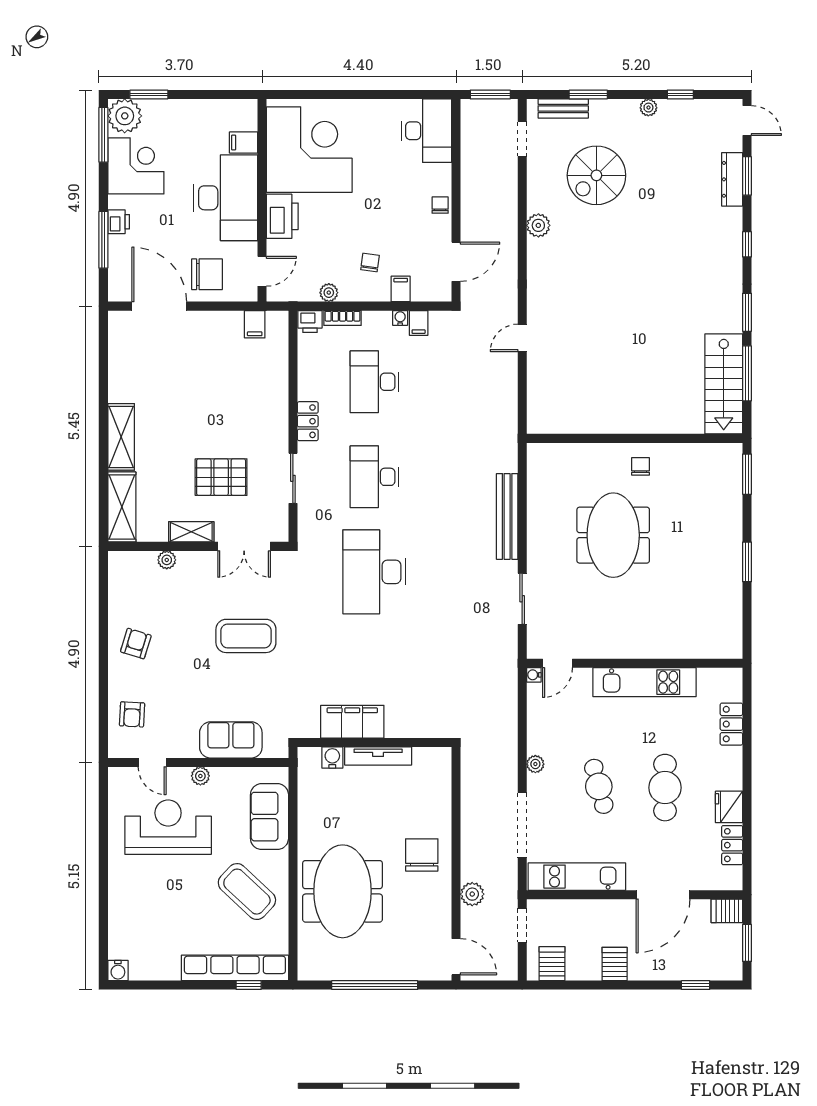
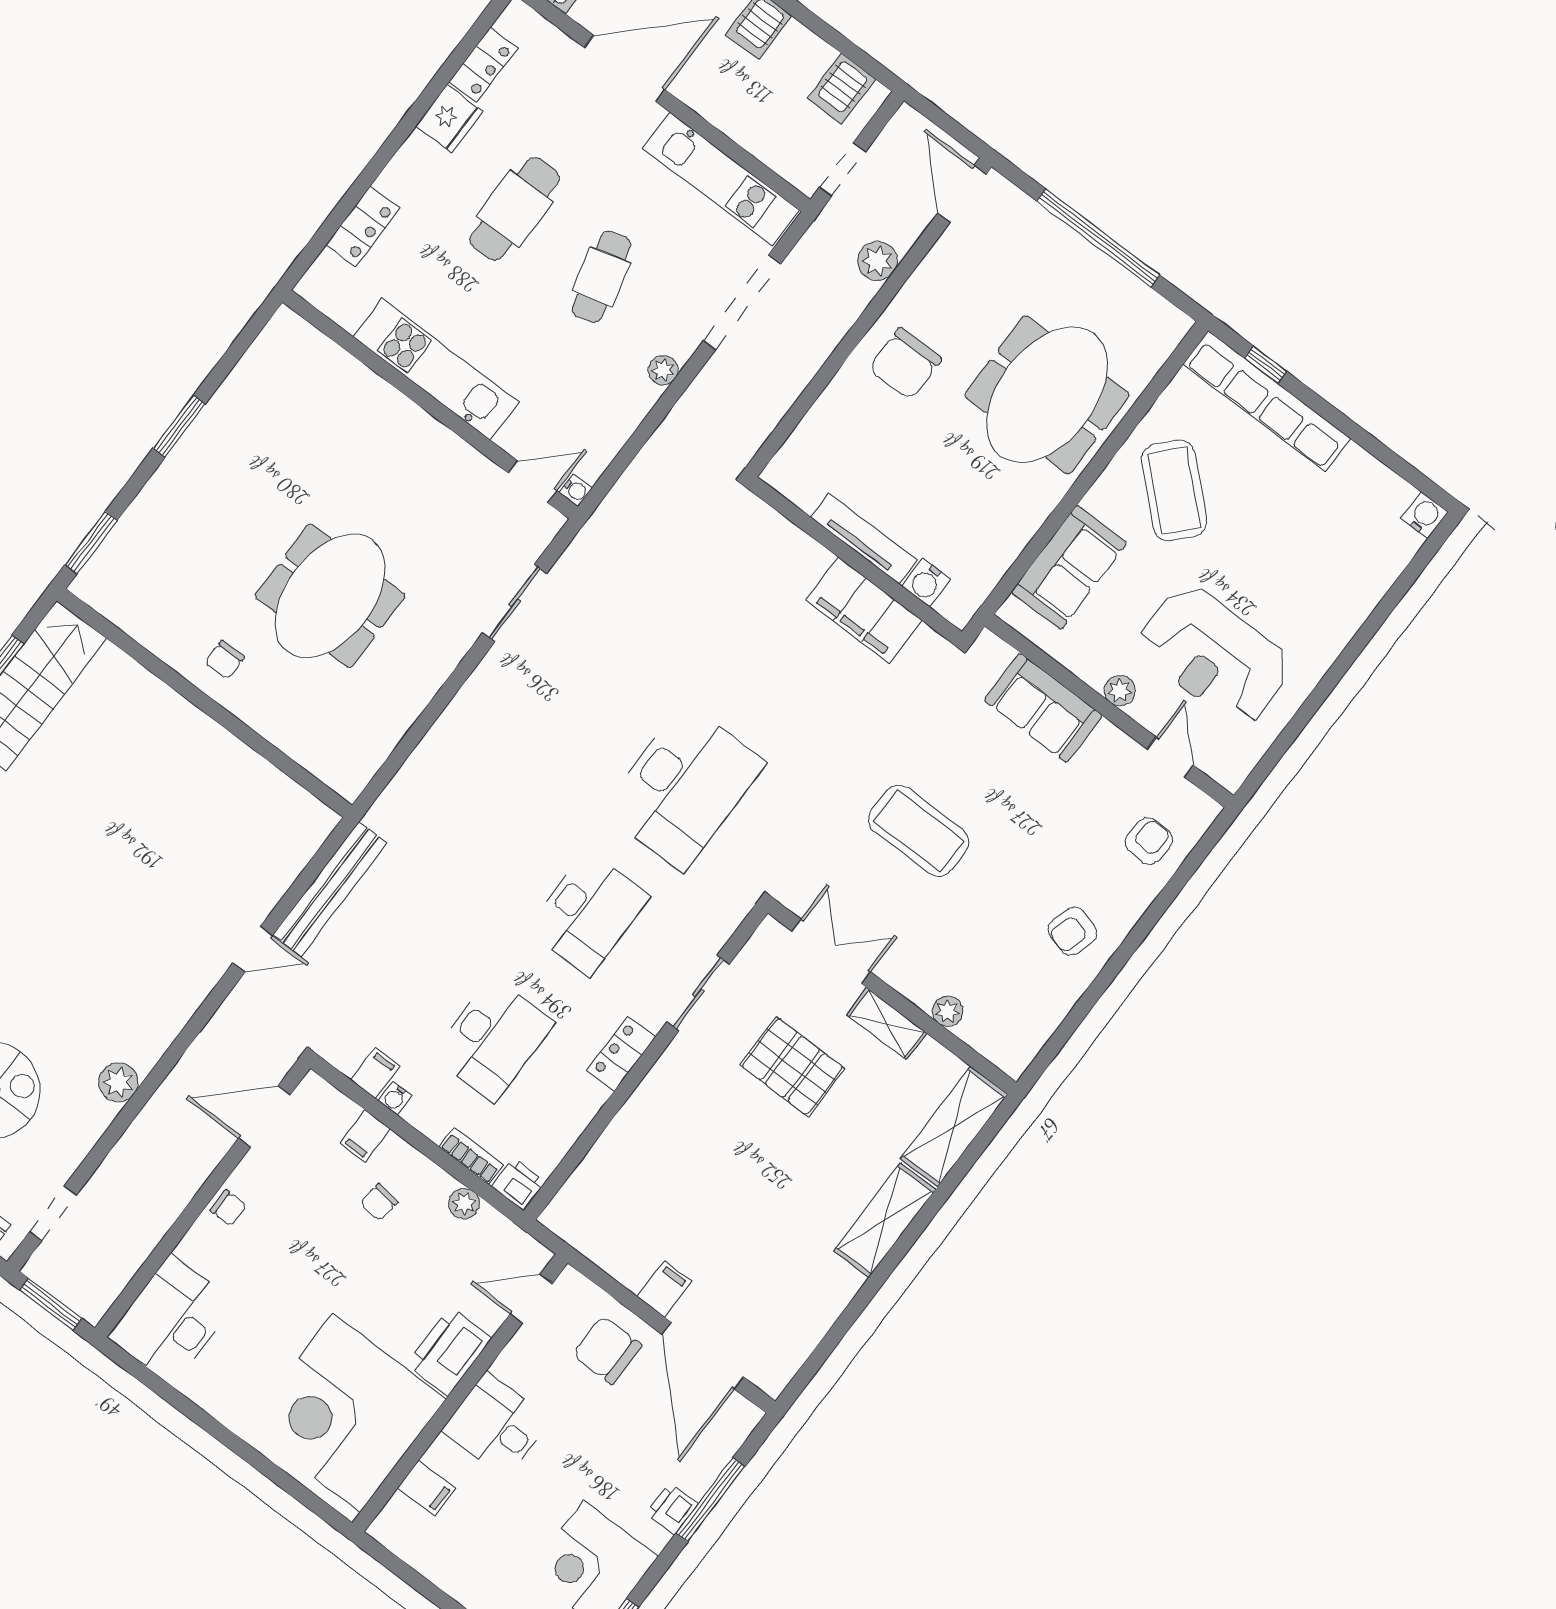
desk: (226, 198) -> (496, 1426), width x0.53, depth x0.77
chair: (440, 205) -> (228, 1208), turned -90
filing cabinet: (255, 324) -> (664, 1289), moved
bench: (507, 516) -> (330, 889), moved

